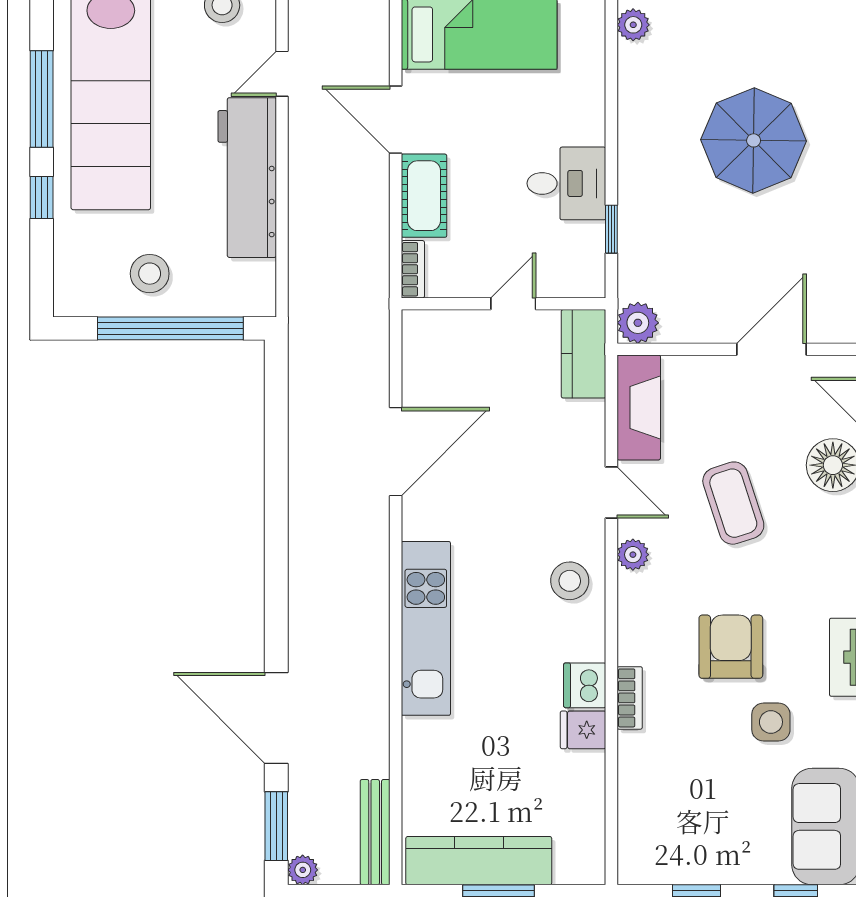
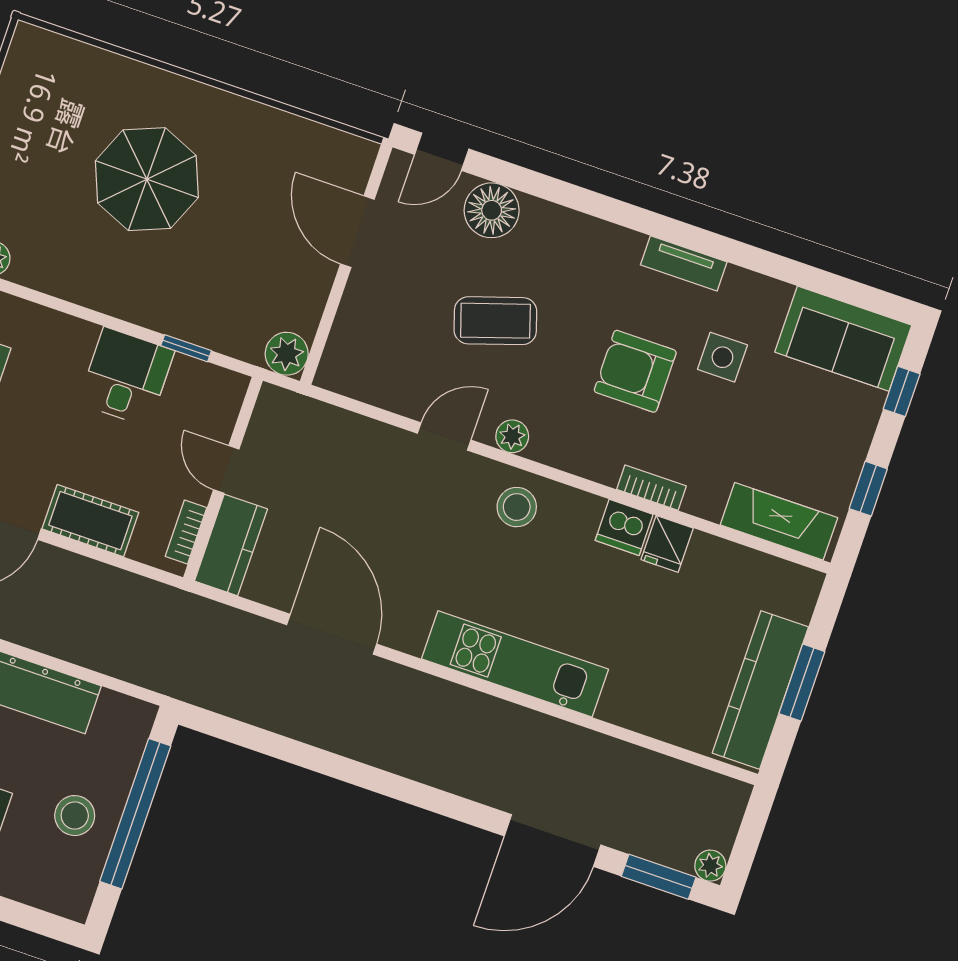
bookcase: (413, 269) -> (186, 532), moved, turned -90
kitchen counter: (584, 354) -> (231, 545), moved, turned -90
fireplace: (639, 407) -> (779, 521), moved
bench: (375, 832) -> (698, 782), removed

